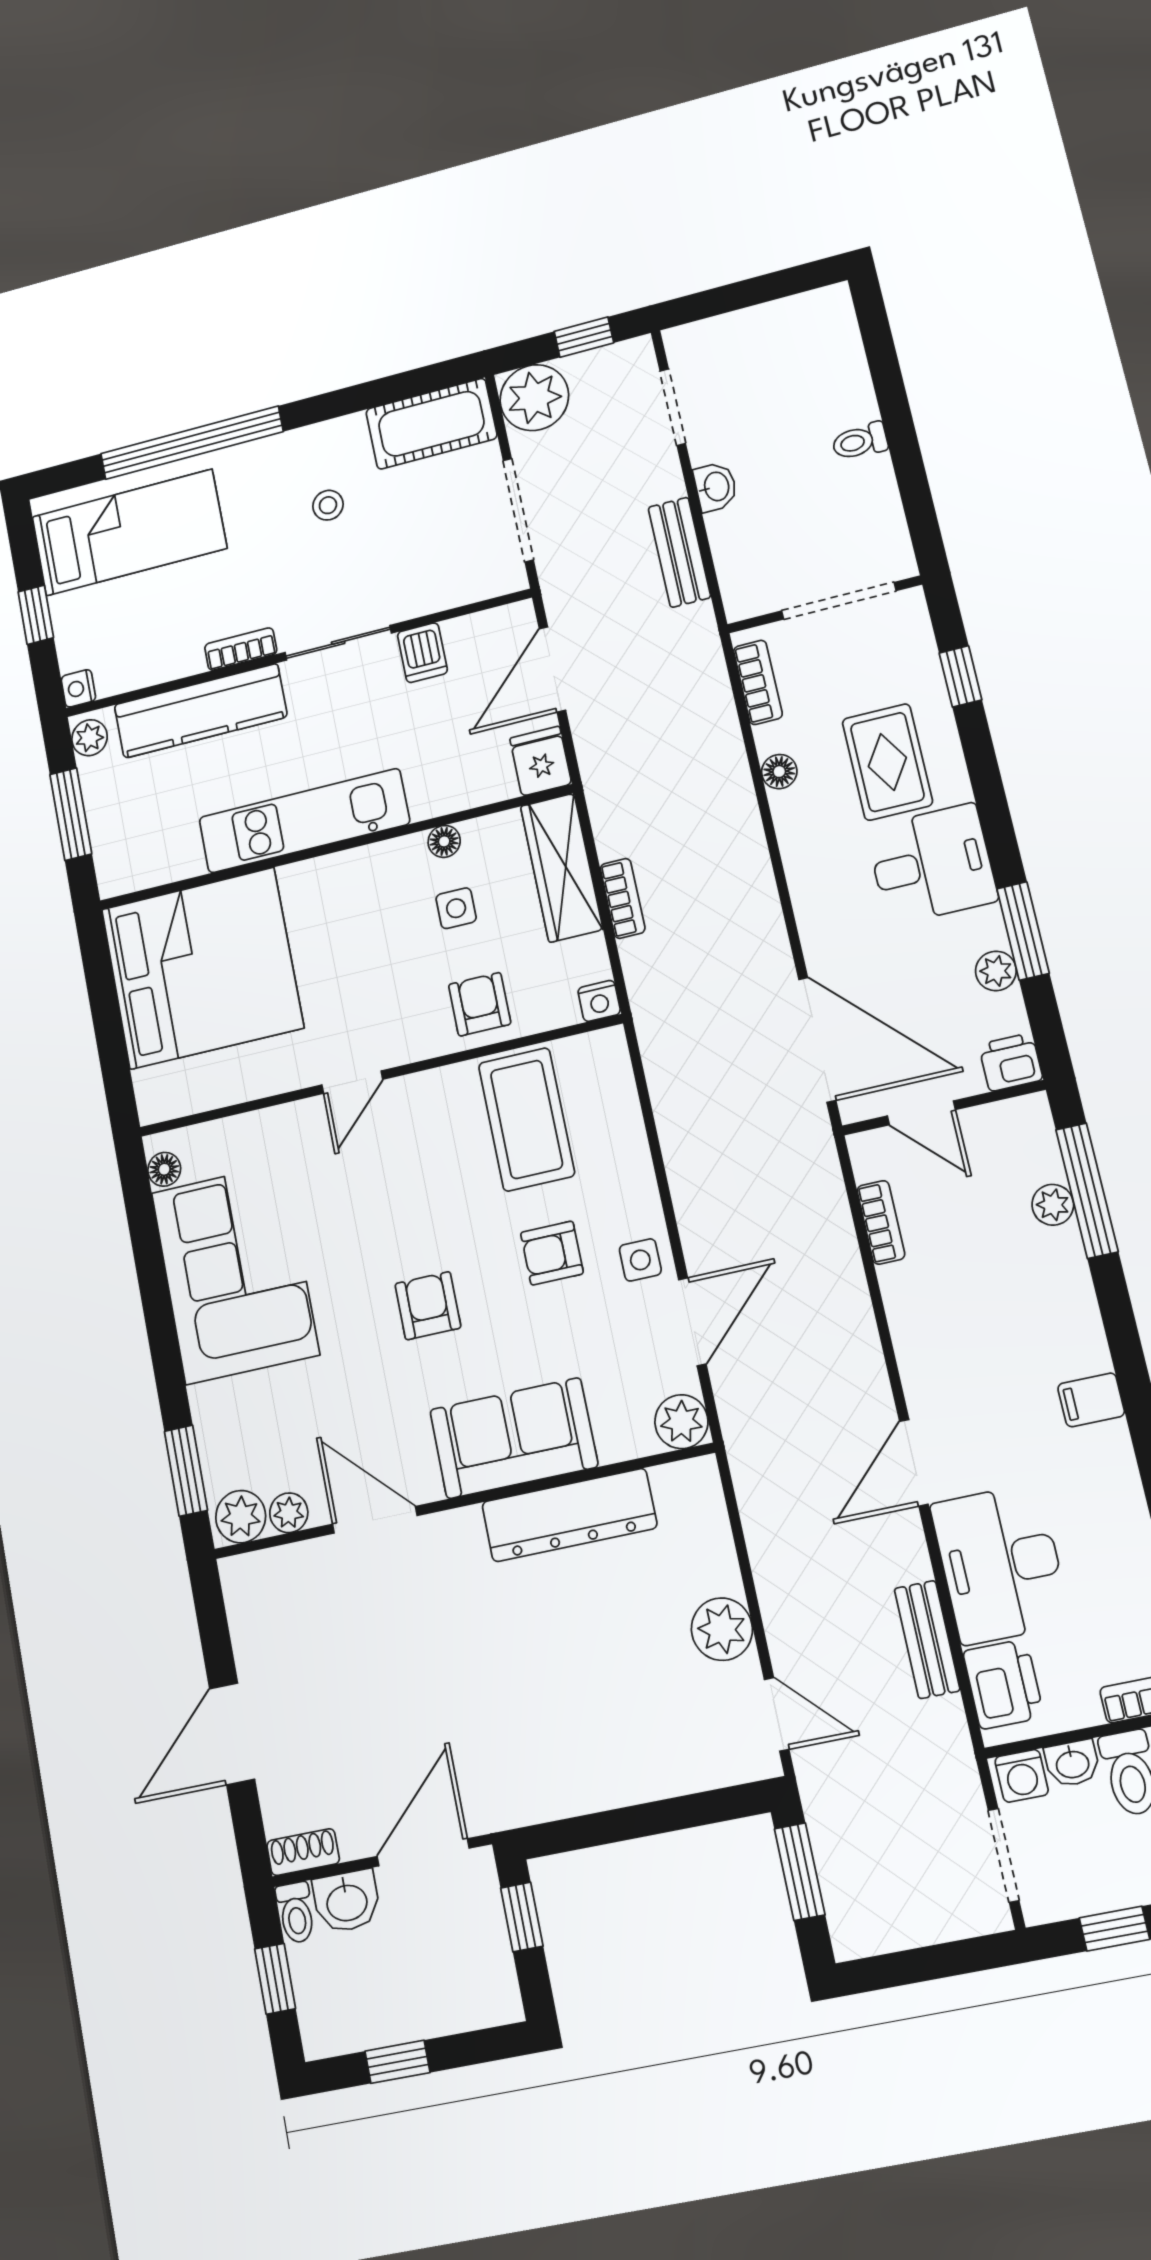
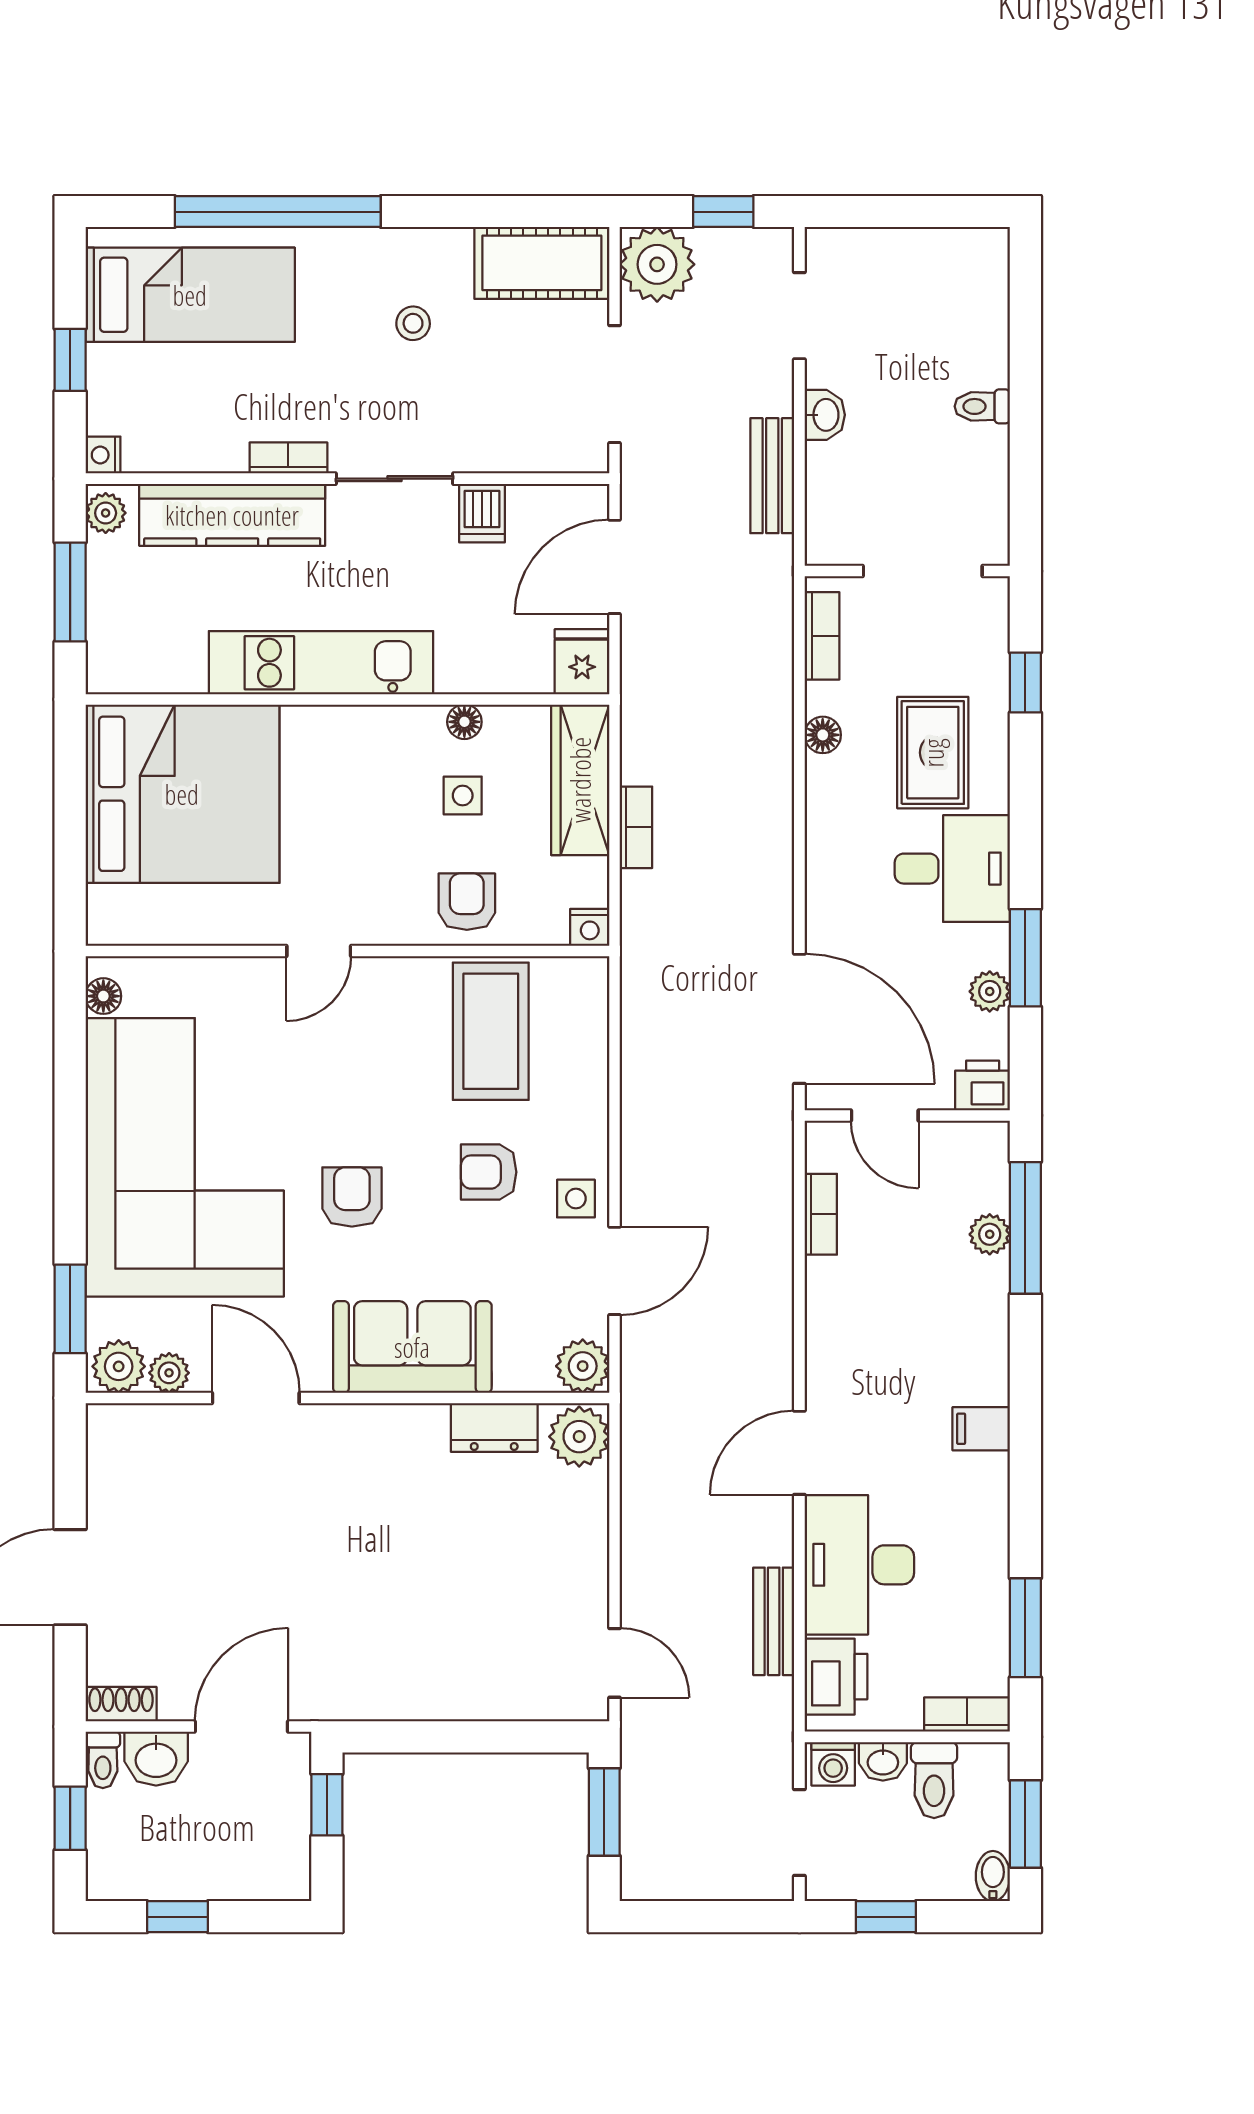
corner sofa: (235, 1273) -> (185, 1157), width x1.36, depth x1.36
dresser: (569, 1515) -> (494, 1427), width x0.51, depth x0.80
plant: (722, 1629) -> (579, 1437), moved

